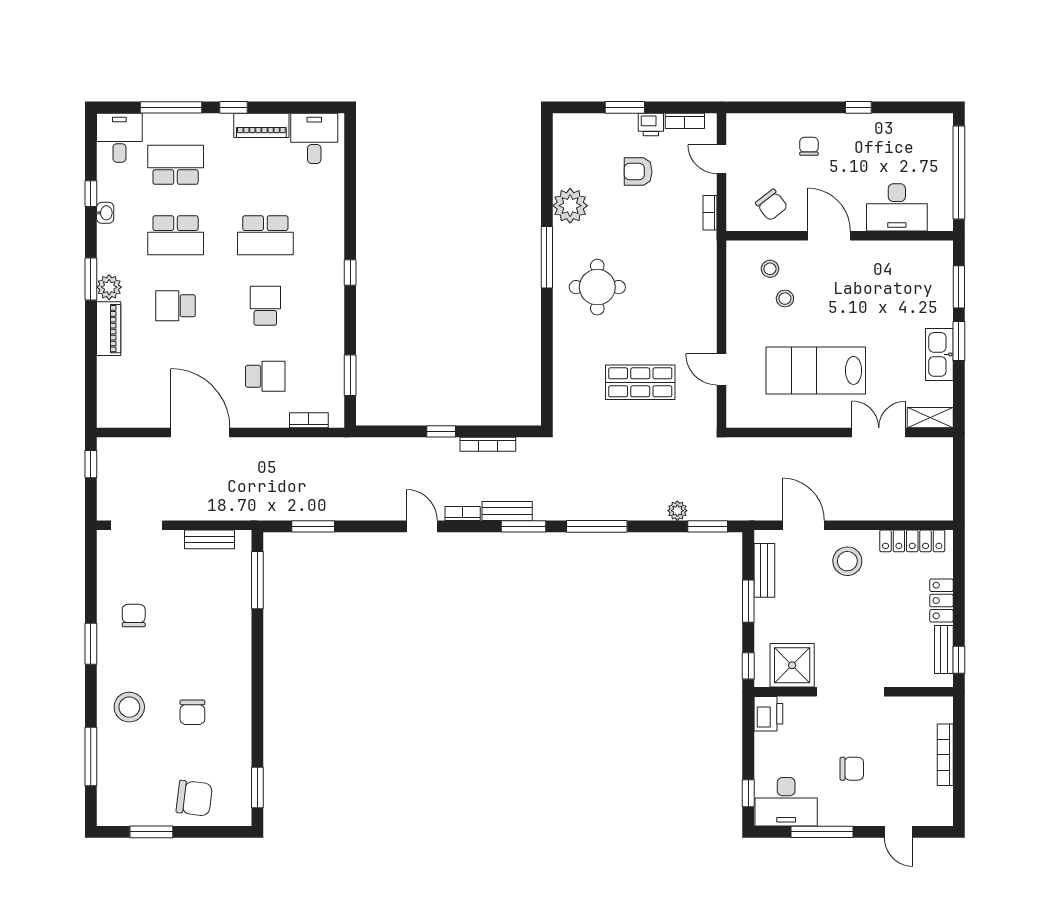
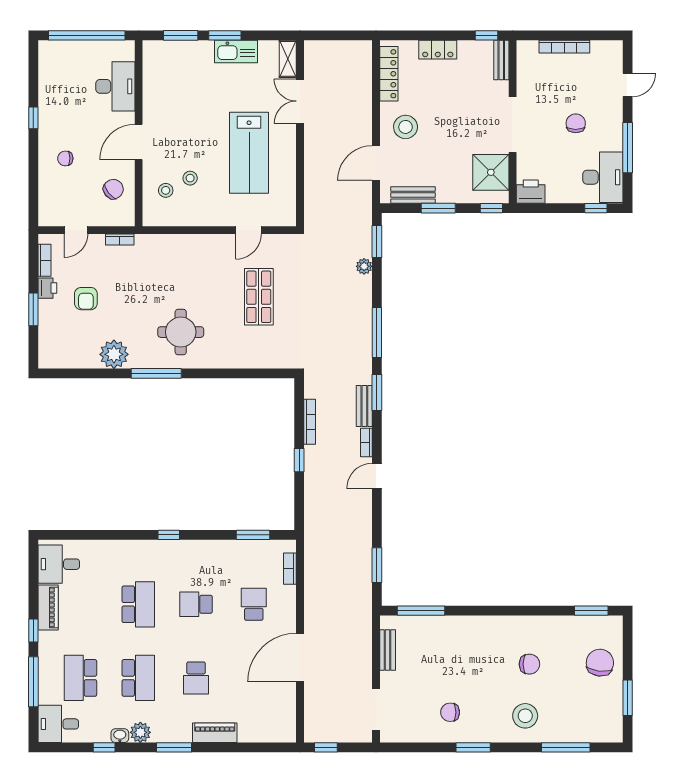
plant: (109, 287) -> (140, 732), moved
bench: (944, 649) -> (501, 60), moved, turned 90

